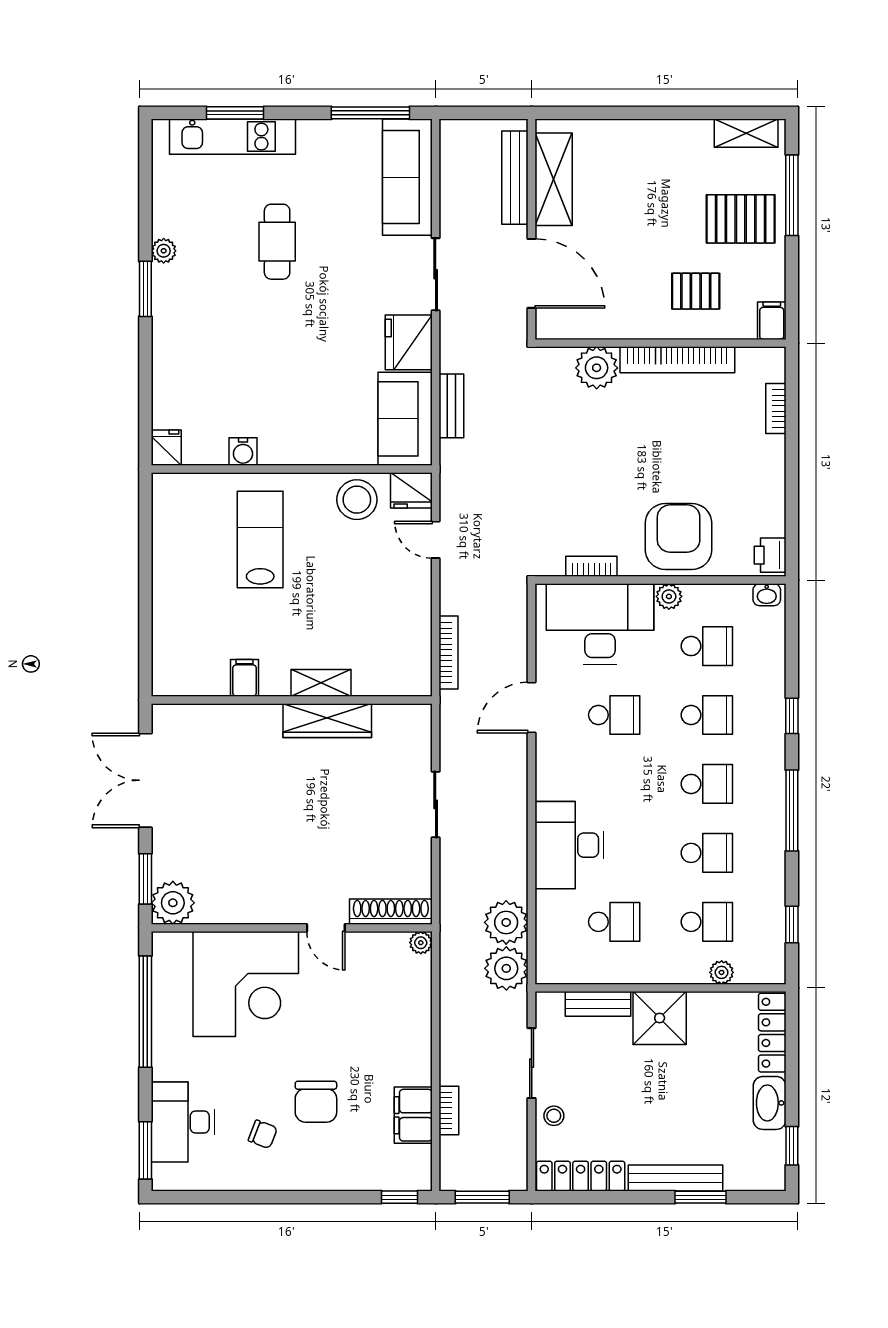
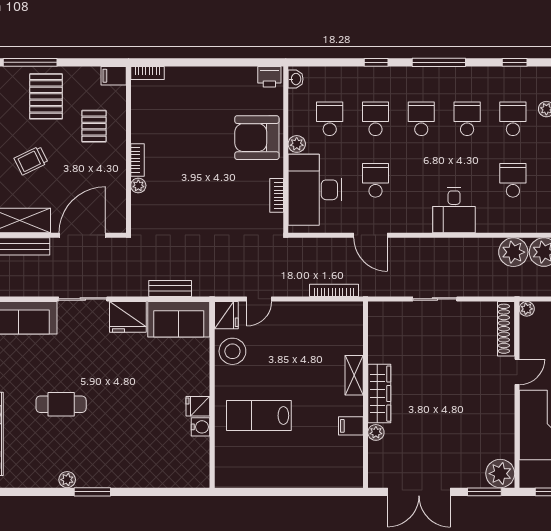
trolley: (644, 196) -> (31, 161), added
bookcase: (677, 360) -> (137, 160), width x0.43, depth x0.76
plant: (597, 368) -> (138, 186), width x0.53, depth x0.53
bookcase: (776, 408) -> (147, 73), moved
fridge: (166, 448) -> (198, 406), moved
plant: (235, 716) -> (376, 432), added
wardrobe: (327, 721) -> (379, 394), moved
desk: (570, 845) -> (454, 210), width x0.73

